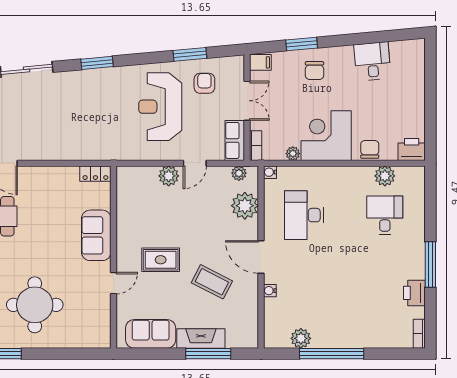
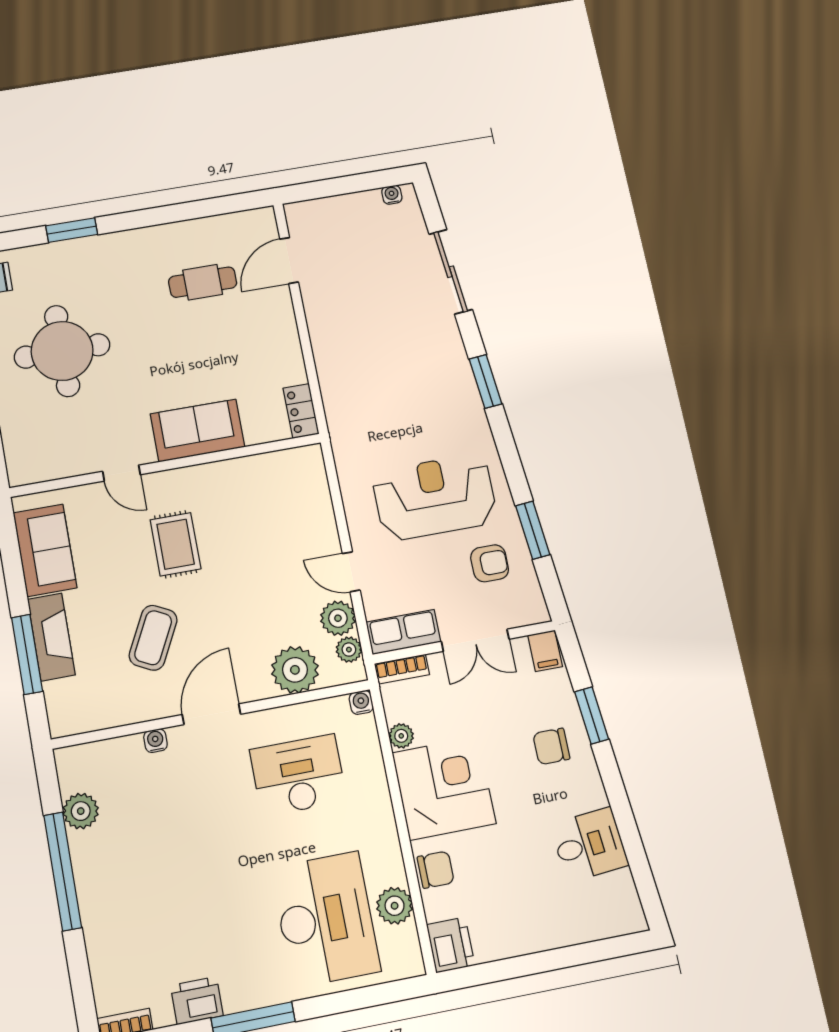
plant: (169, 176) -> (338, 618), moved
desk: (385, 215) -> (326, 919), width x1.87, depth x1.30

